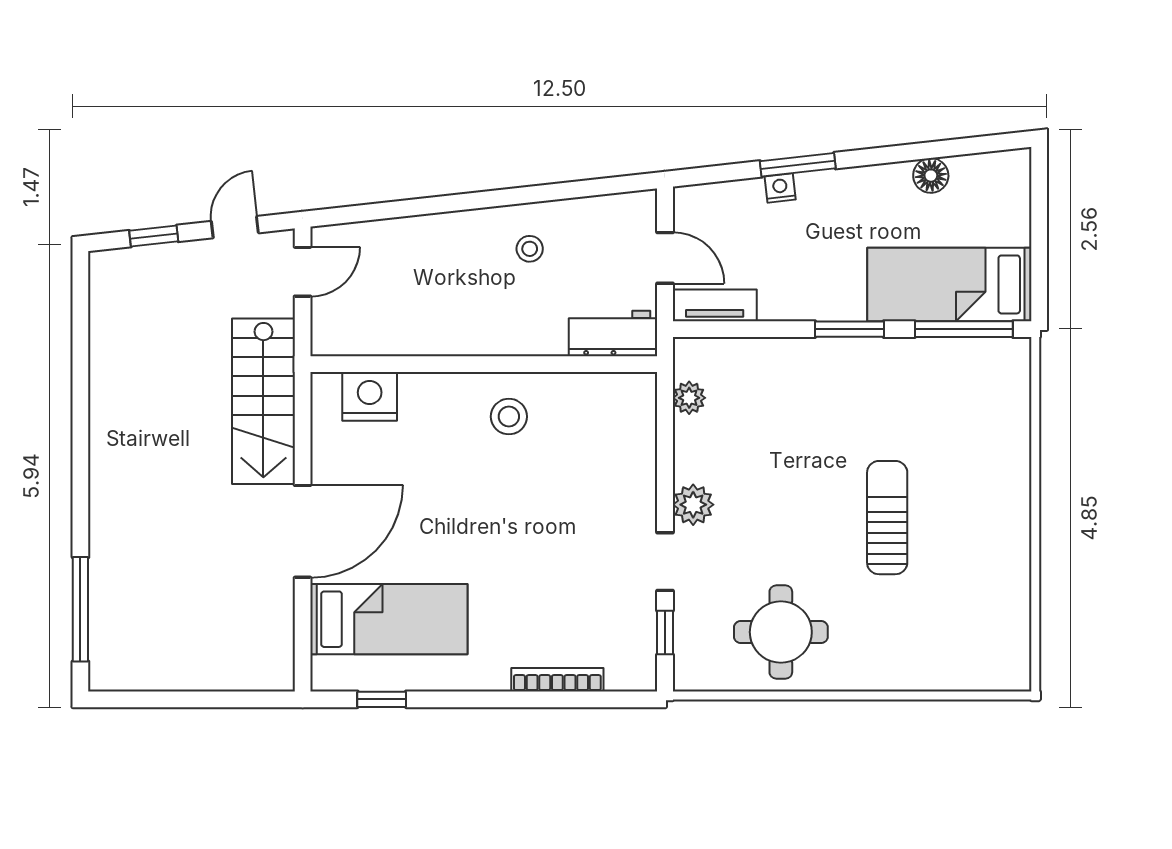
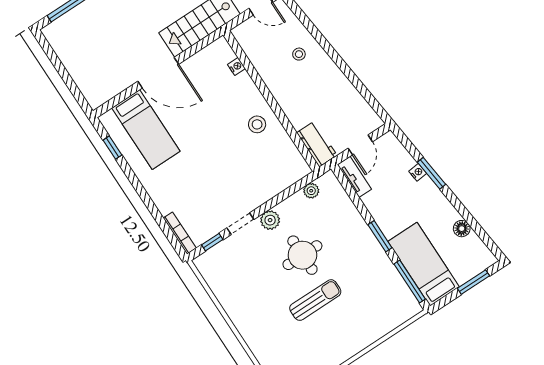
window: (1039, 217) -> (473, 282), added
stool: (530, 249) -> (299, 54), moved
nightstand: (370, 396) -> (236, 66), width x0.53, depth x0.56
round table: (781, 632) -> (302, 255), moved
bookcase: (557, 680) -> (180, 233), moved

